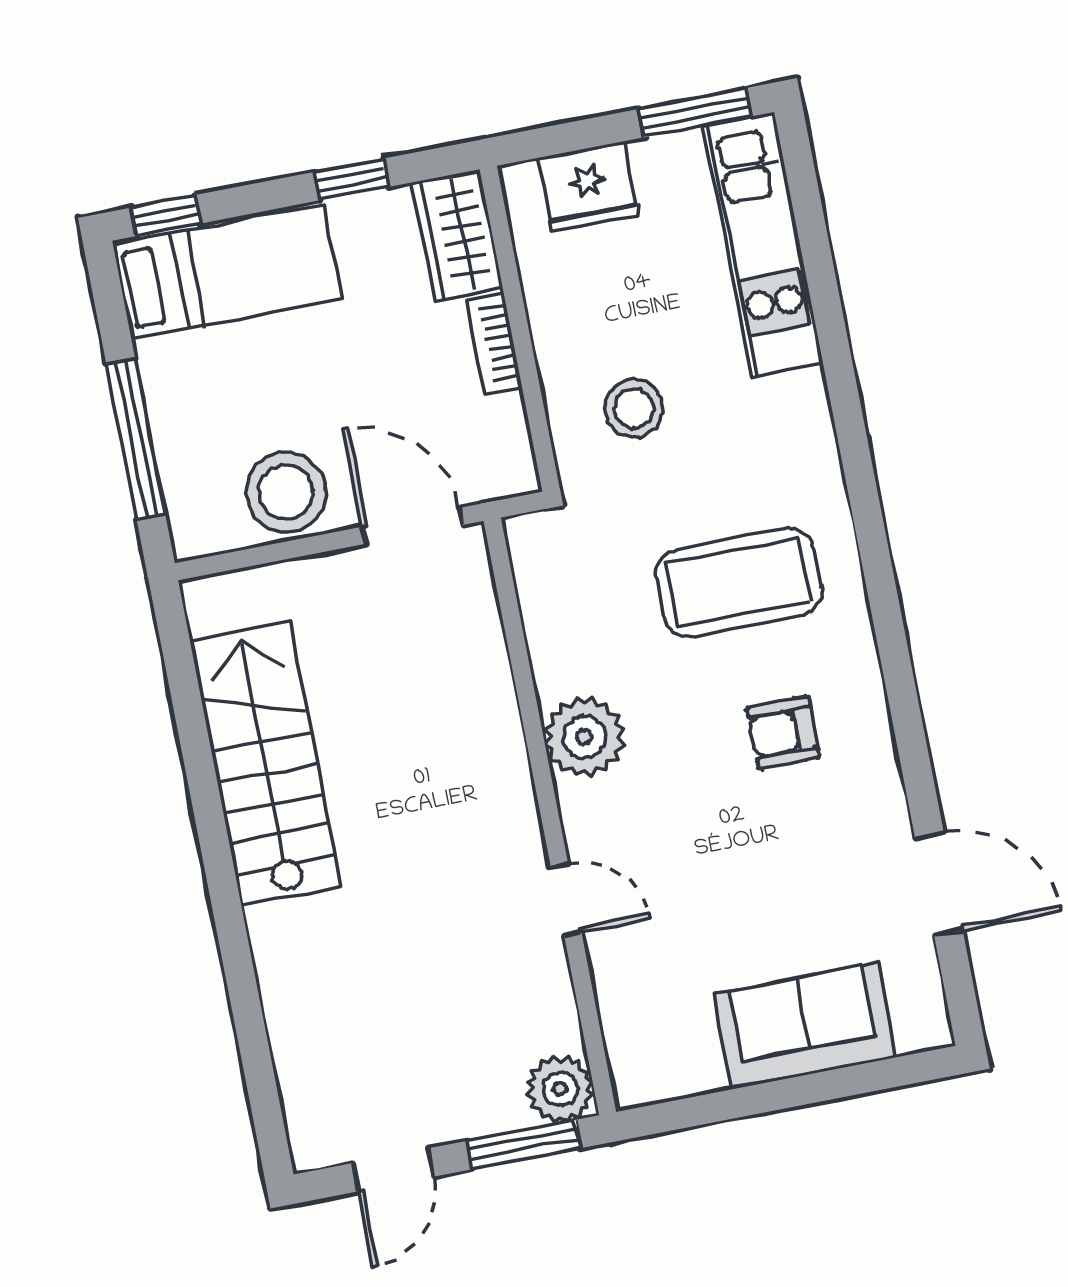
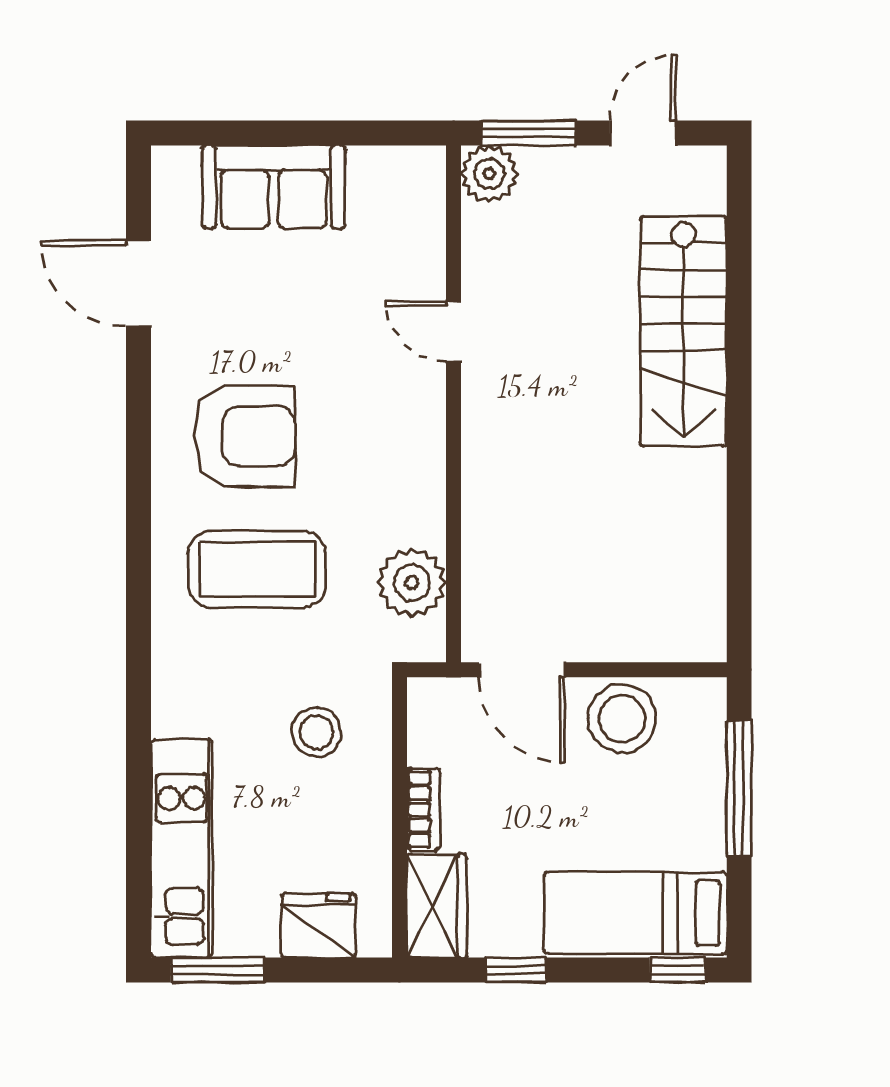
armchair: (783, 732) -> (244, 436), width x1.88, depth x1.88
plant: (584, 737) -> (412, 583), moved
stairs: (265, 764) -> (683, 331), moved

